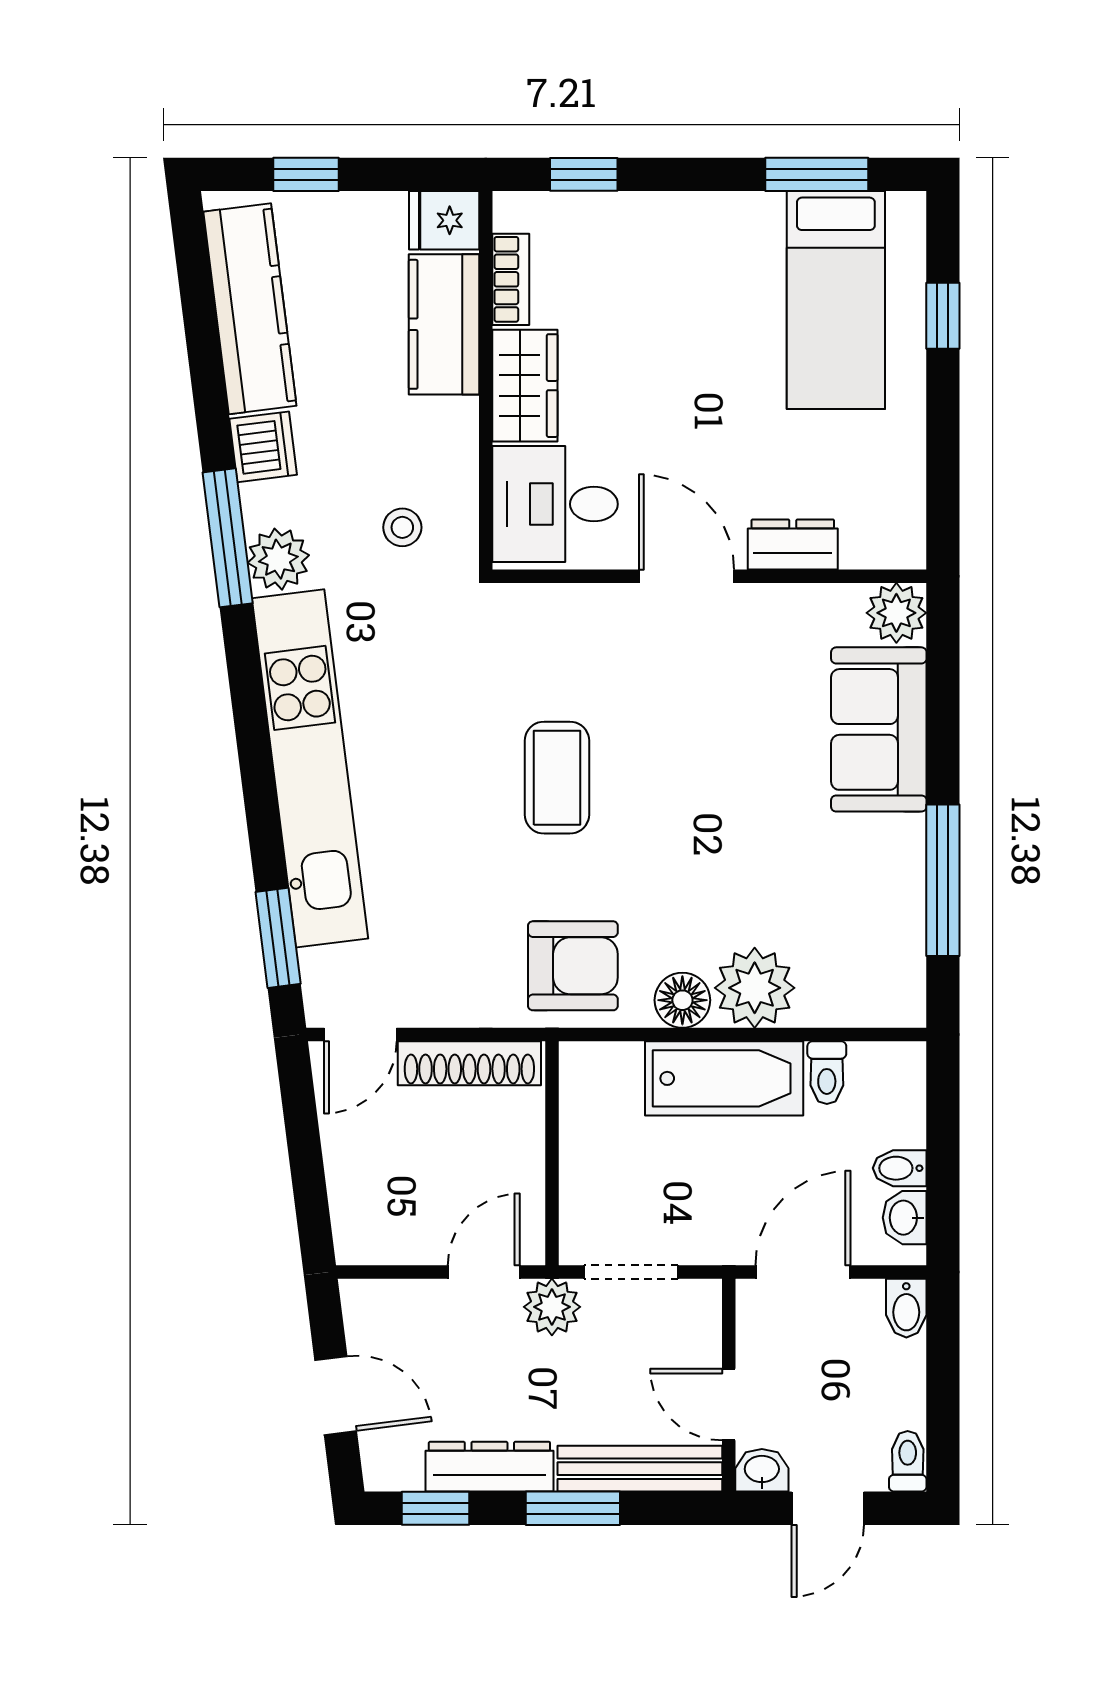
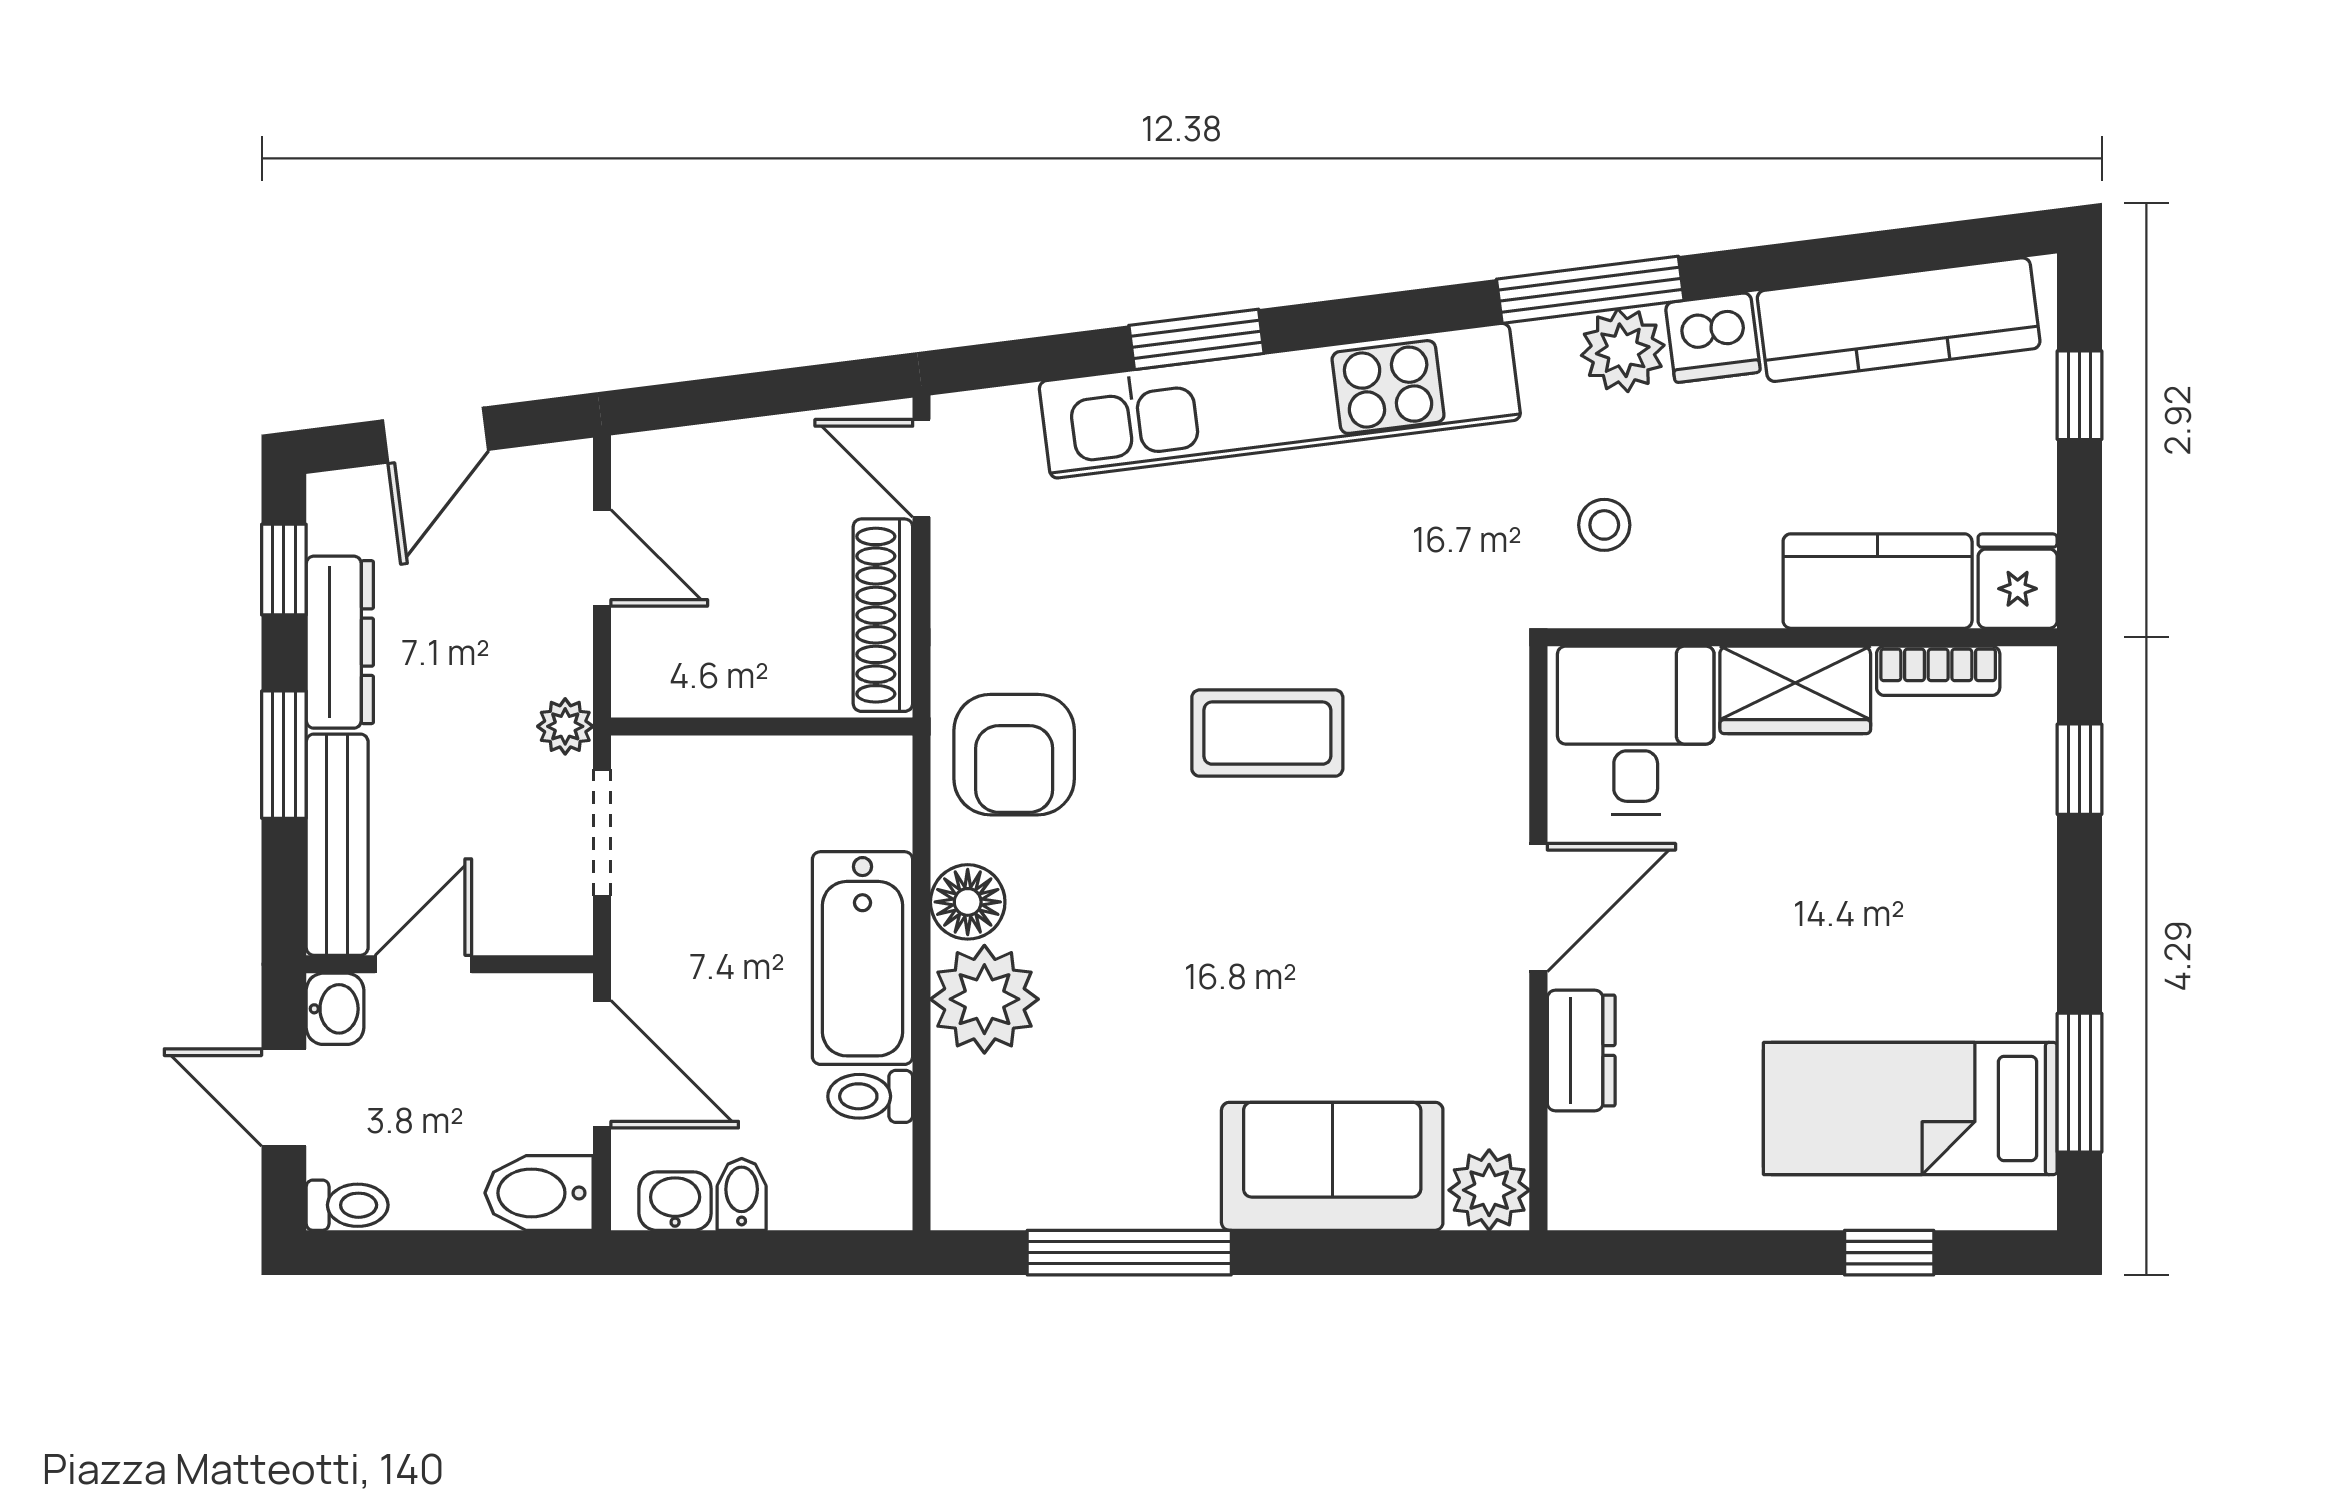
plant: (278, 559) -> (1623, 350), moved
window: (278, 938) -> (1196, 339), moved
door: (484, 1272) -> (602, 558), moved
plant: (552, 1307) -> (565, 726), width x0.73, depth x0.73
bidet: (906, 1308) -> (539, 1193), width x1.38, depth x1.36

